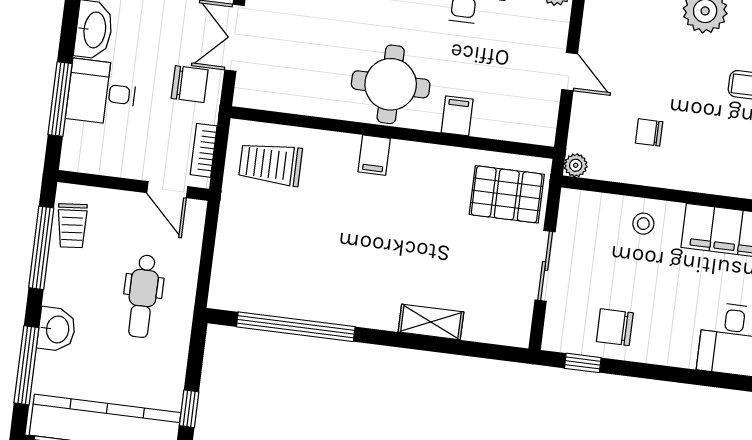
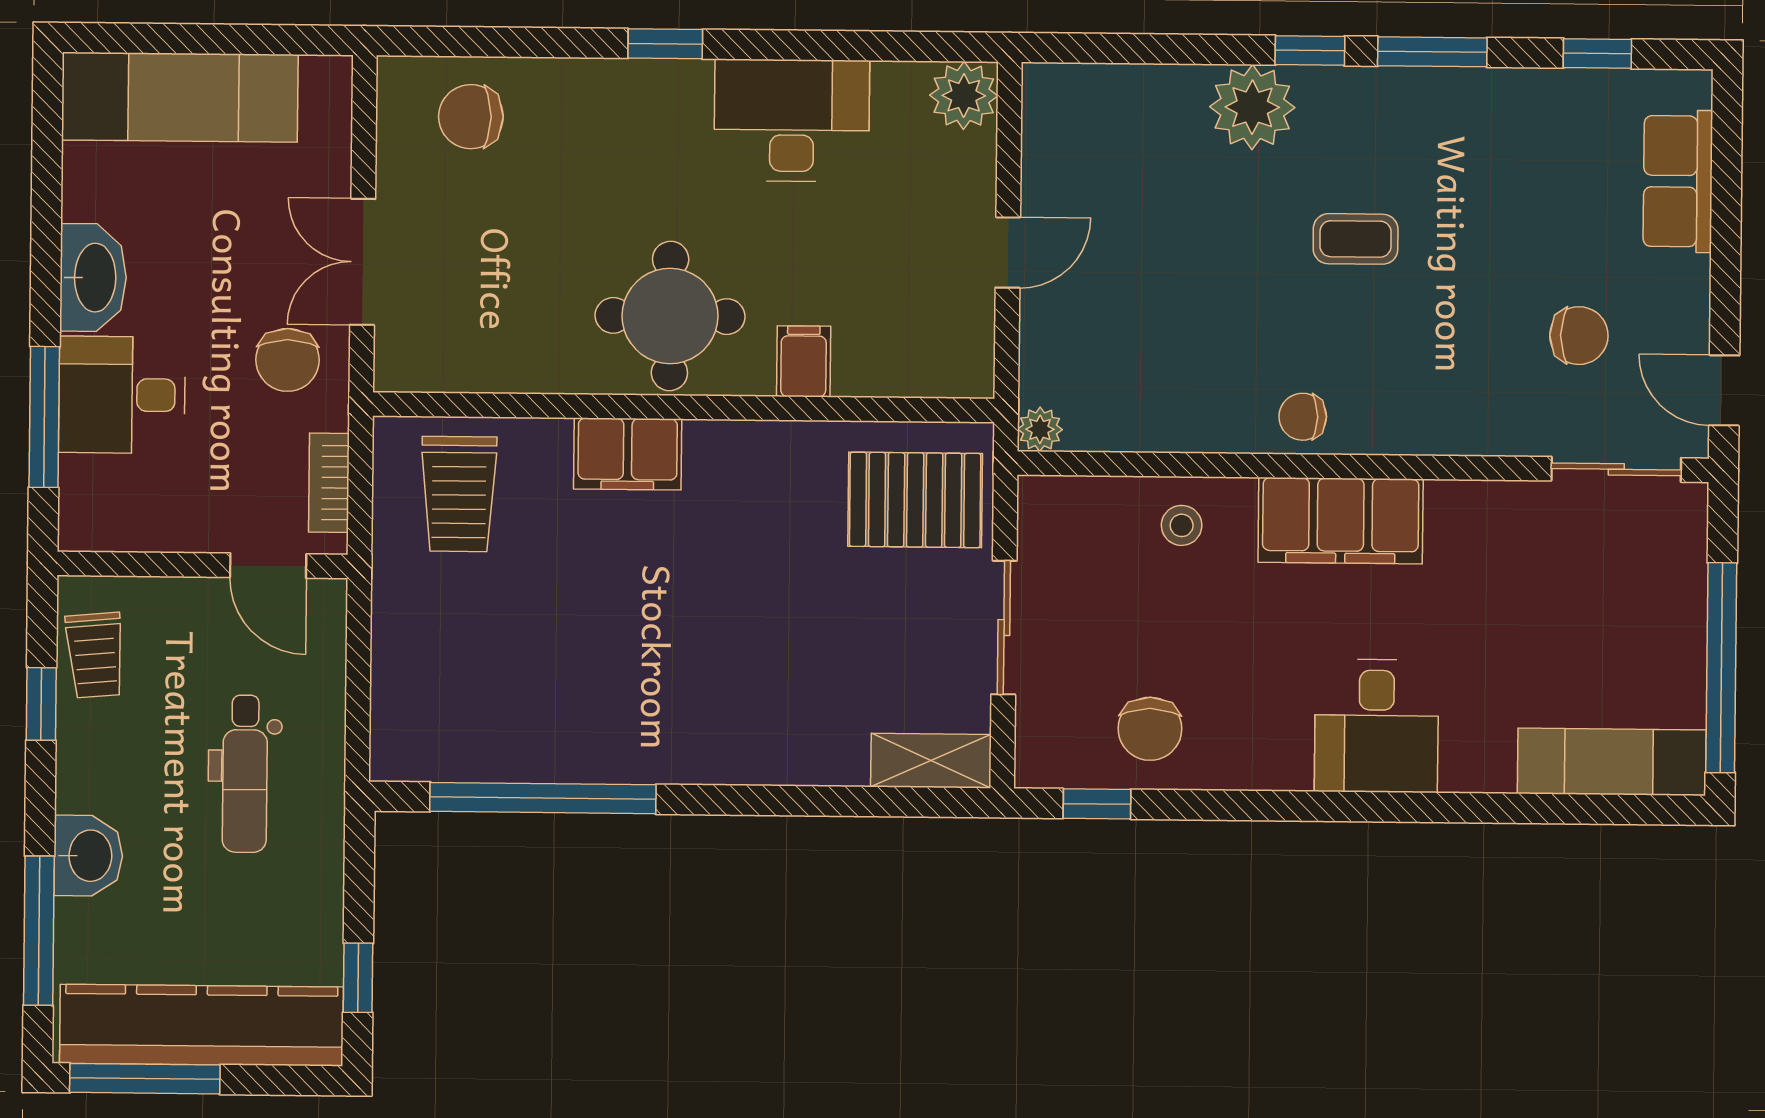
door: (570, 72) -> (1008, 252), hinge flipped
chair: (190, 84) -> (288, 360), turned 90
chair: (649, 132) -> (1303, 417), moved
filing cabinet: (374, 155) -> (628, 454), width x2.00
trolley: (270, 164) -> (459, 494), turned -90
window: (41, 248) -> (41, 704), width x0.46
shelving: (431, 322) -> (931, 761), moved
chair: (615, 327) -> (1150, 729), turned -90

